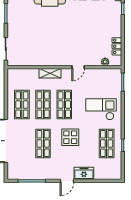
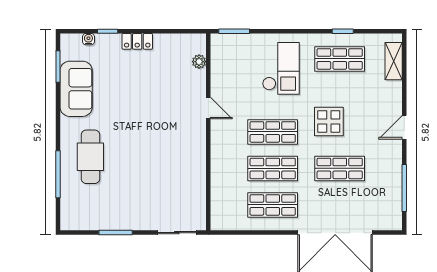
locker: (117, 46) -> (137, 41), moved
shelving: (50, 73) -> (394, 61), moved
checkout: (101, 109) -> (281, 68), turned 180
freezer: (84, 173) -> (391, 98), removed
door: (67, 181) -> (404, 127), swing flipped

